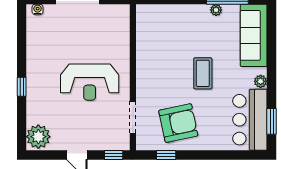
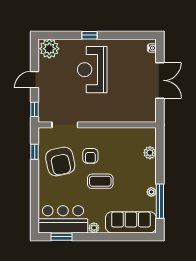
plant: (167, 12) -> (150, 153), added
reception desk: (90, 82) -> (92, 70), moved
armchair: (171, 86) -> (90, 156), added

